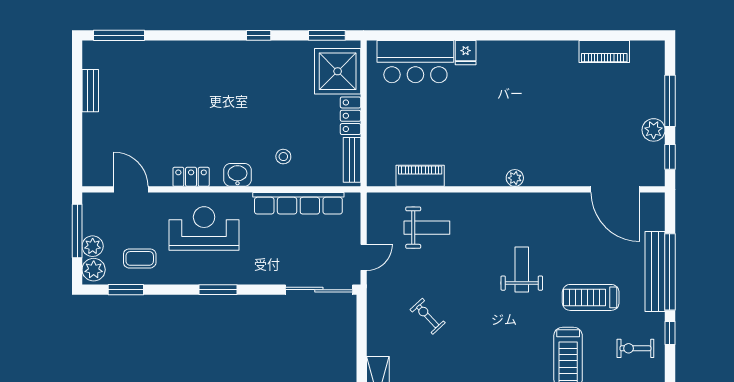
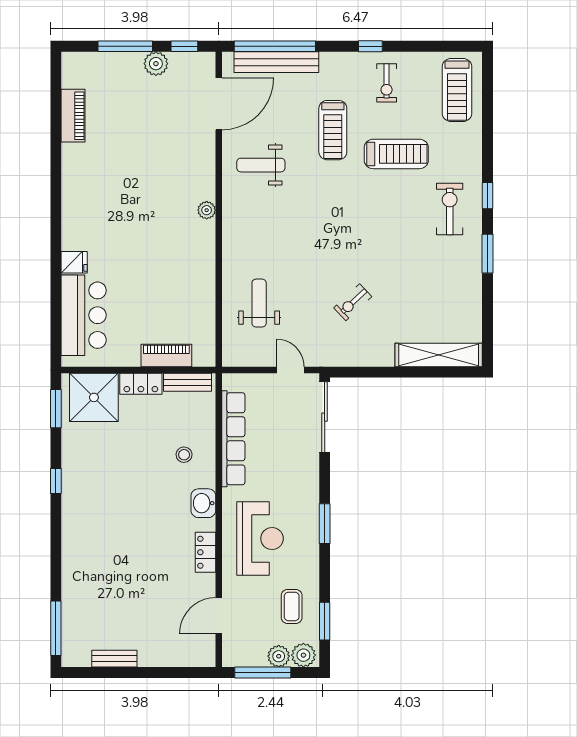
piano: (420, 176) -> (166, 355), moved, turned 90
reception desk: (204, 228) -> (260, 539), turned 180
weight bench: (522, 269) -> (261, 165), moved
bench: (655, 272) -> (276, 62), moved
window: (670, 272) -> (275, 46), moved

